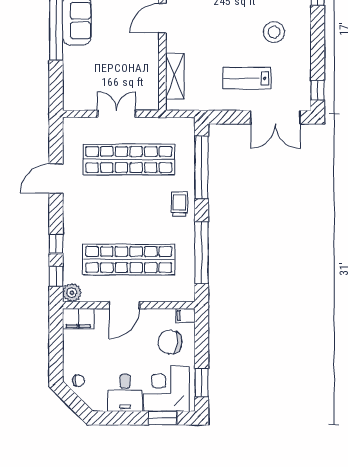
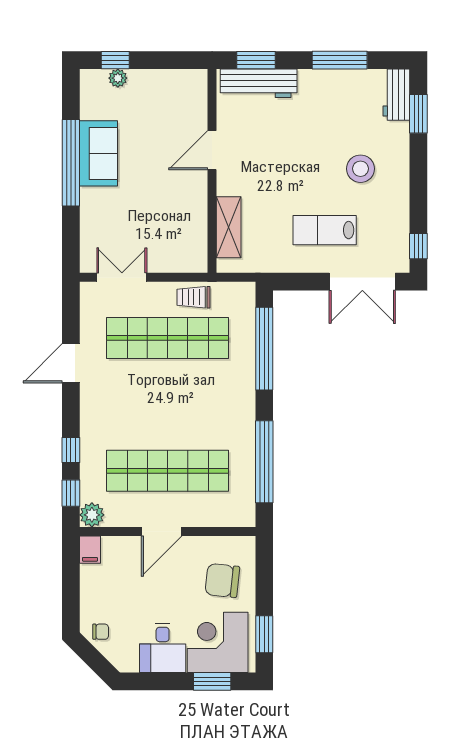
double door: (116, 114) -> (122, 277), moved
trolley: (179, 204) -> (193, 297), moved, turned -90
filing cabinet: (186, 316) -> (243, 545), removed
filing cabinet: (78, 319) -> (90, 550), width x0.50

